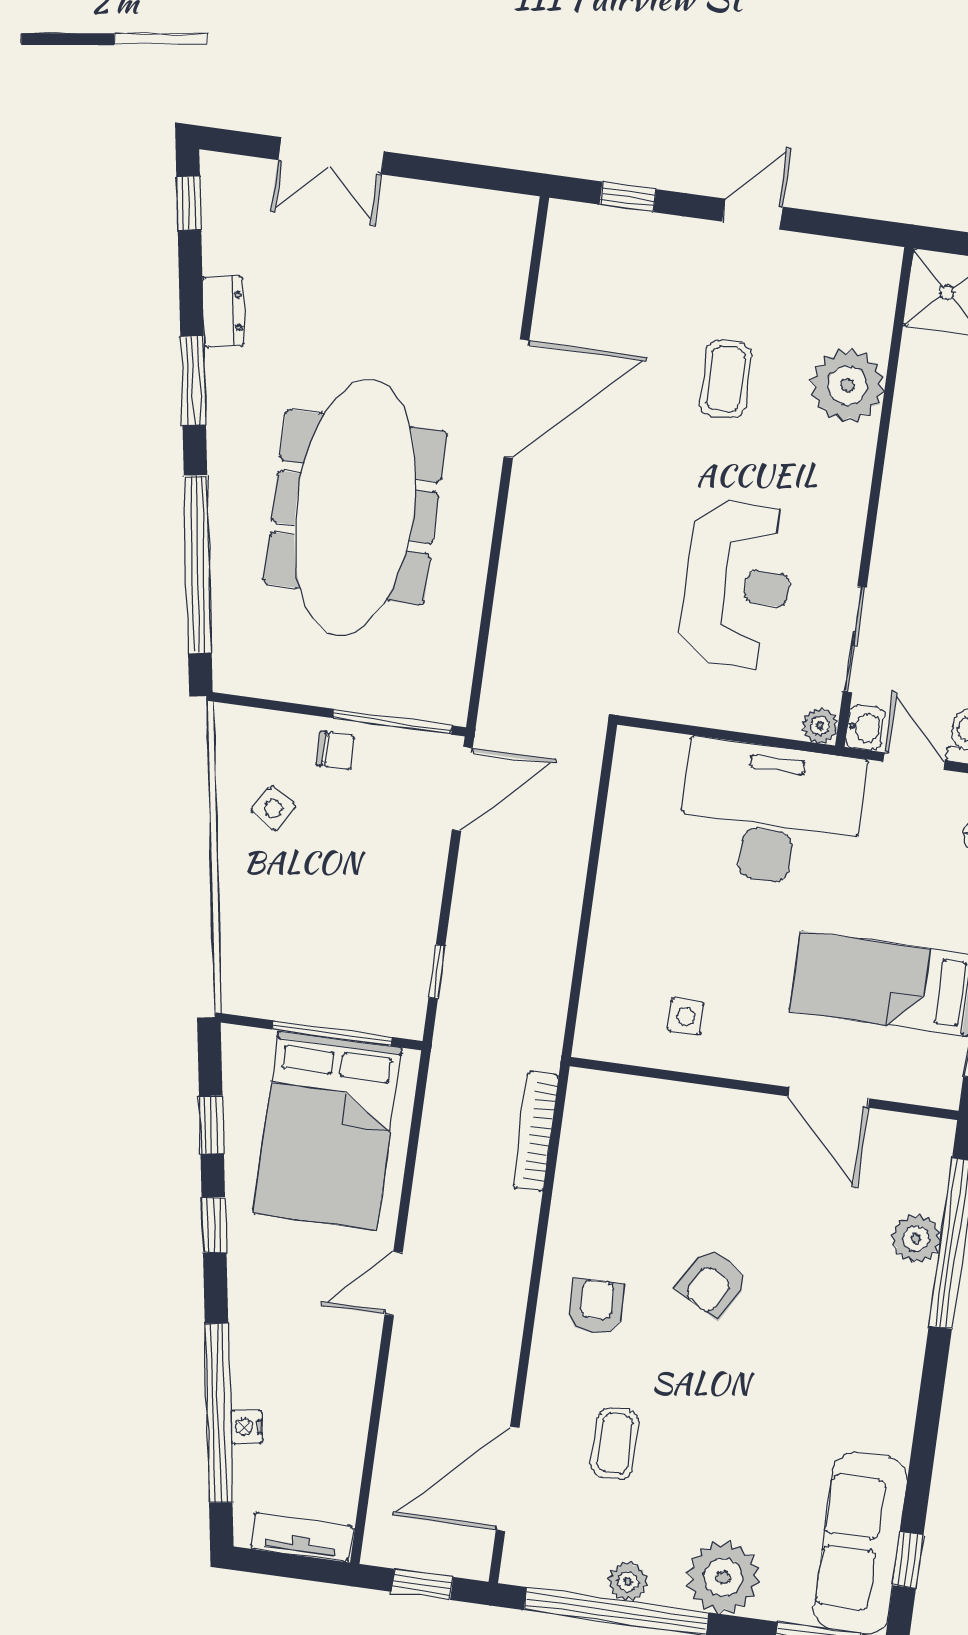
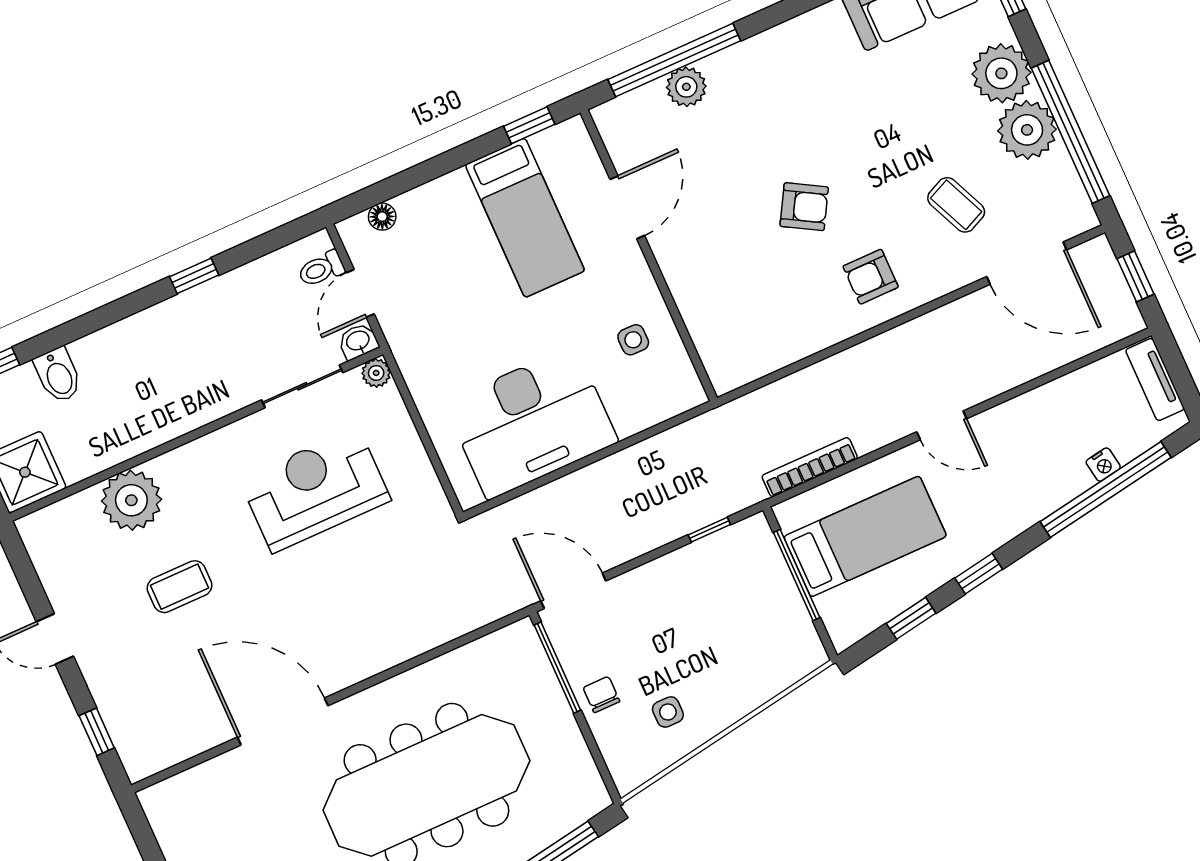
side table: (273, 808) -> (668, 712), turned -32
desk: (771, 814) -> (531, 422), moved, turned -90
bed: (328, 1130) -> (865, 536), width x0.67
bookcase: (536, 1131) -> (810, 467), moved, turned 180
coffee table: (615, 1444) -> (956, 205), turned 66
plant: (628, 1582) -> (1027, 130), width x1.87, depth x1.87

